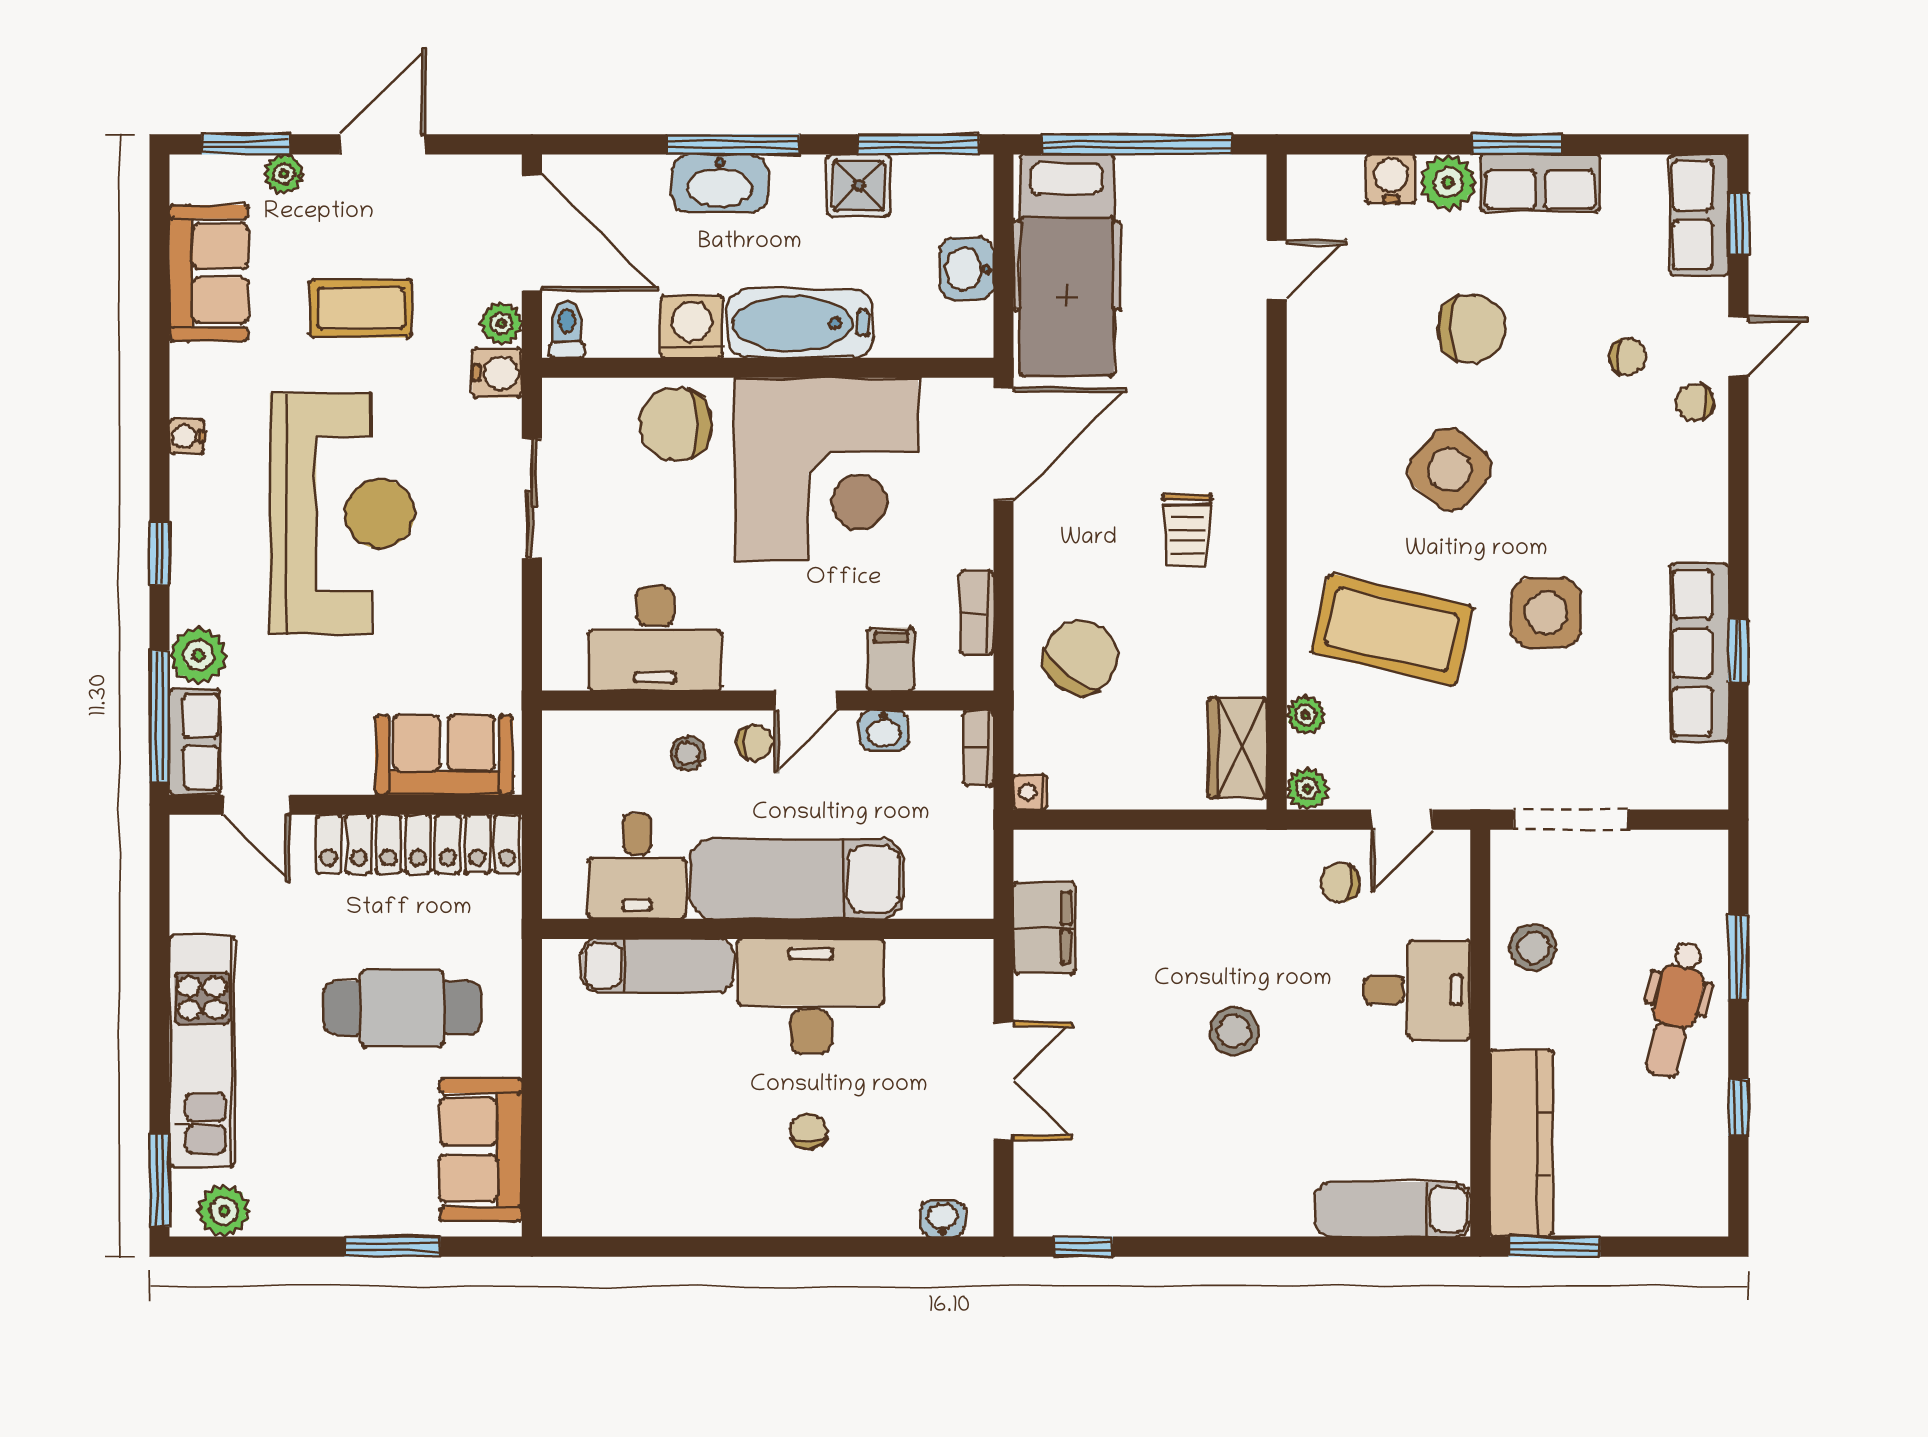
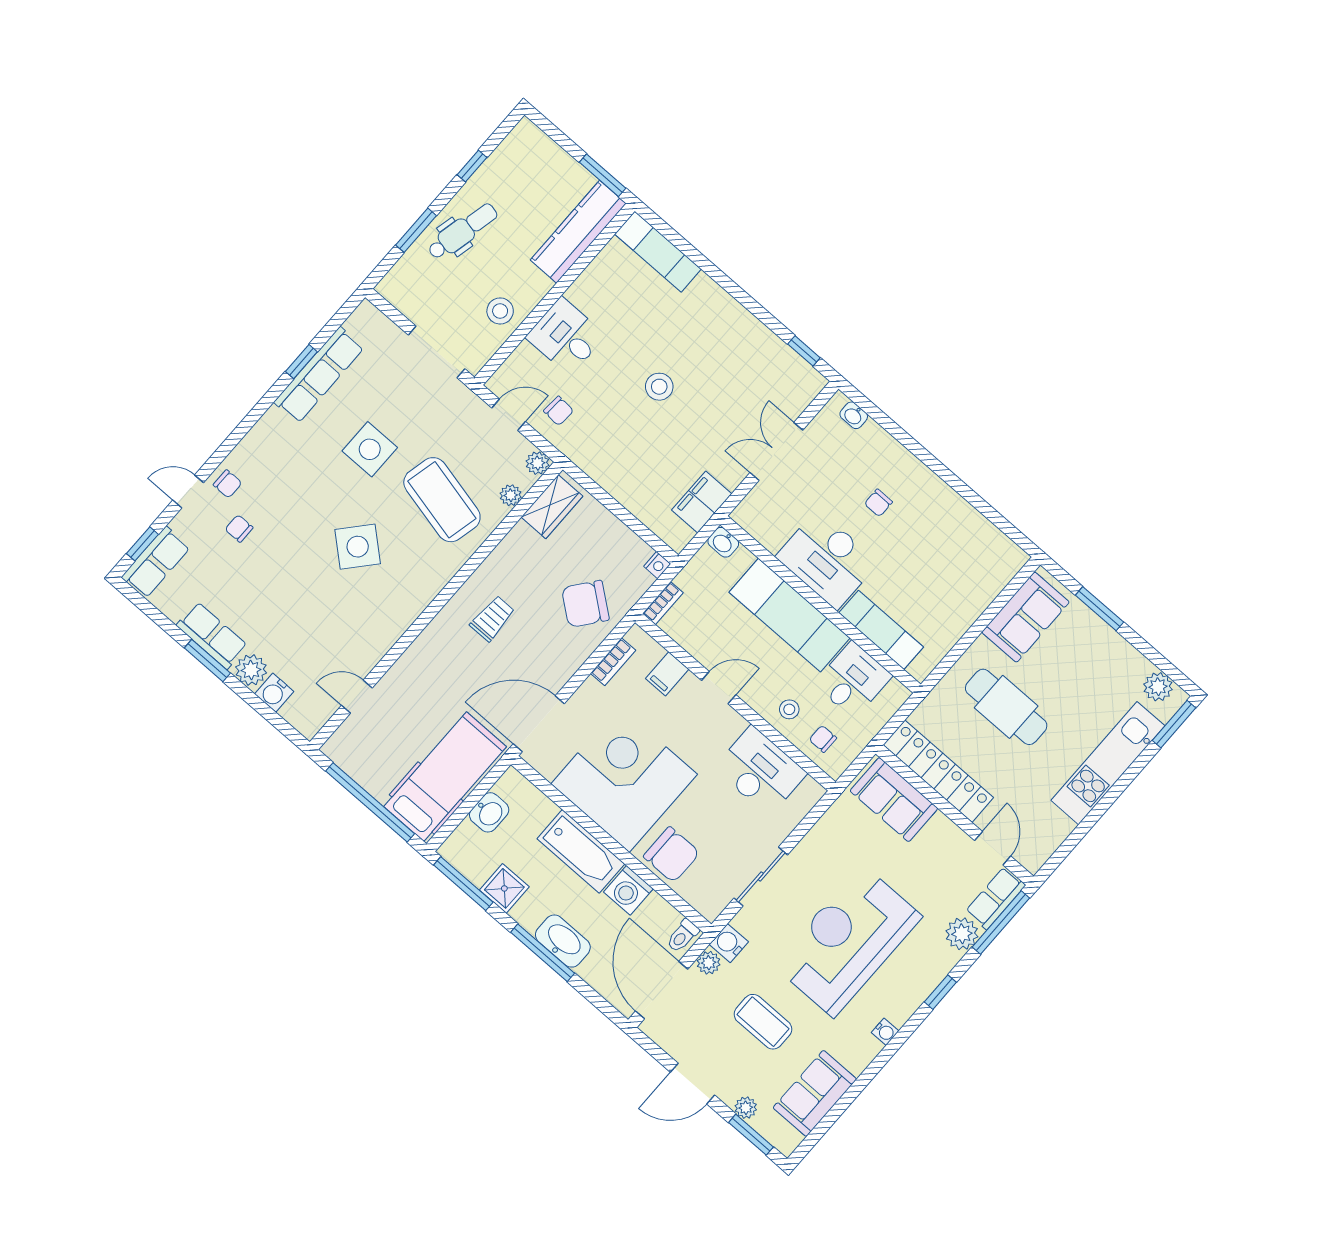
chair: (1472, 329) -> (296, 599), removed
washbasin: (884, 730) -> (723, 542), moved, turned 180
chair: (755, 743) -> (823, 739), moved

